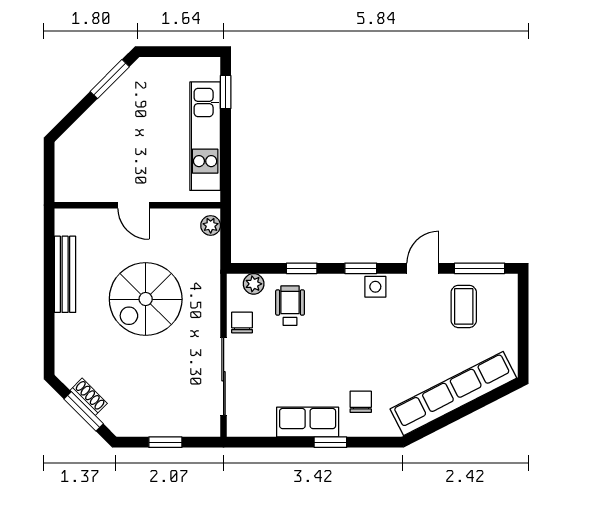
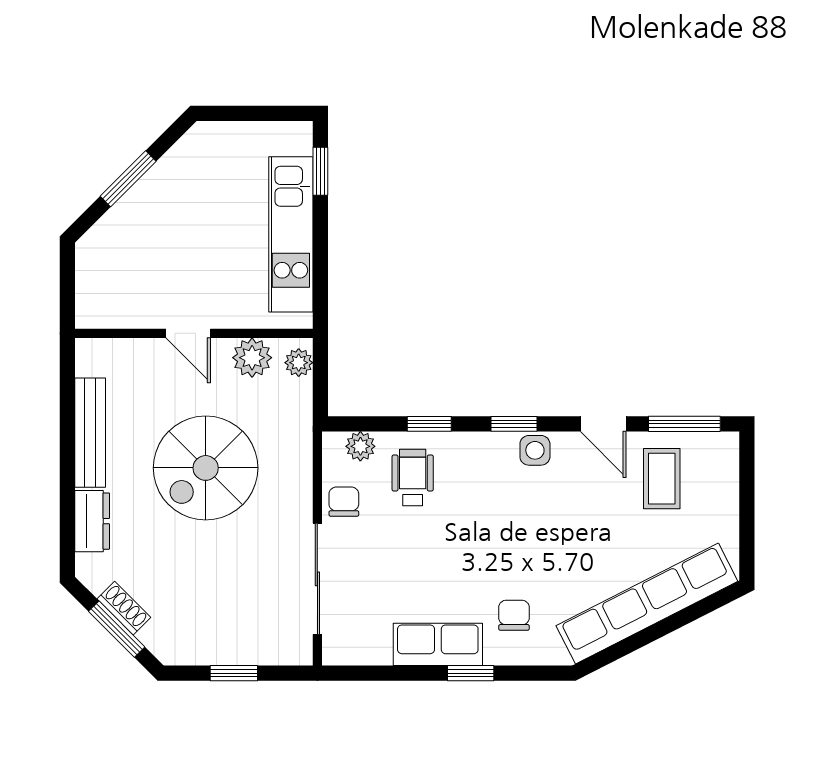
window: (110, 79) -> (128, 179), moved
plant: (178, 222) -> (252, 358), added
door: (423, 268) -> (603, 424), swing flipped
dresser: (66, 336) -> (92, 521), added

